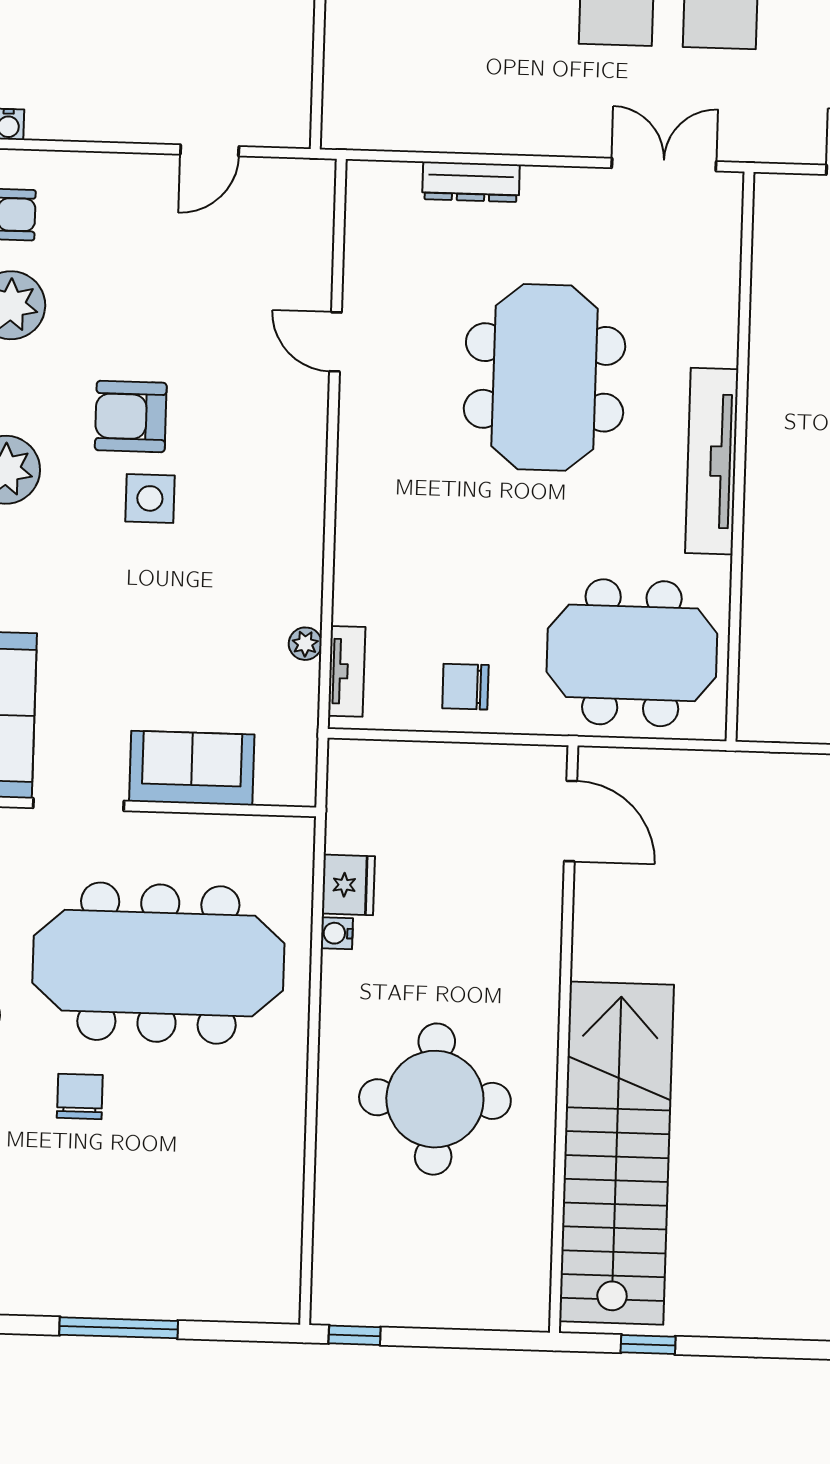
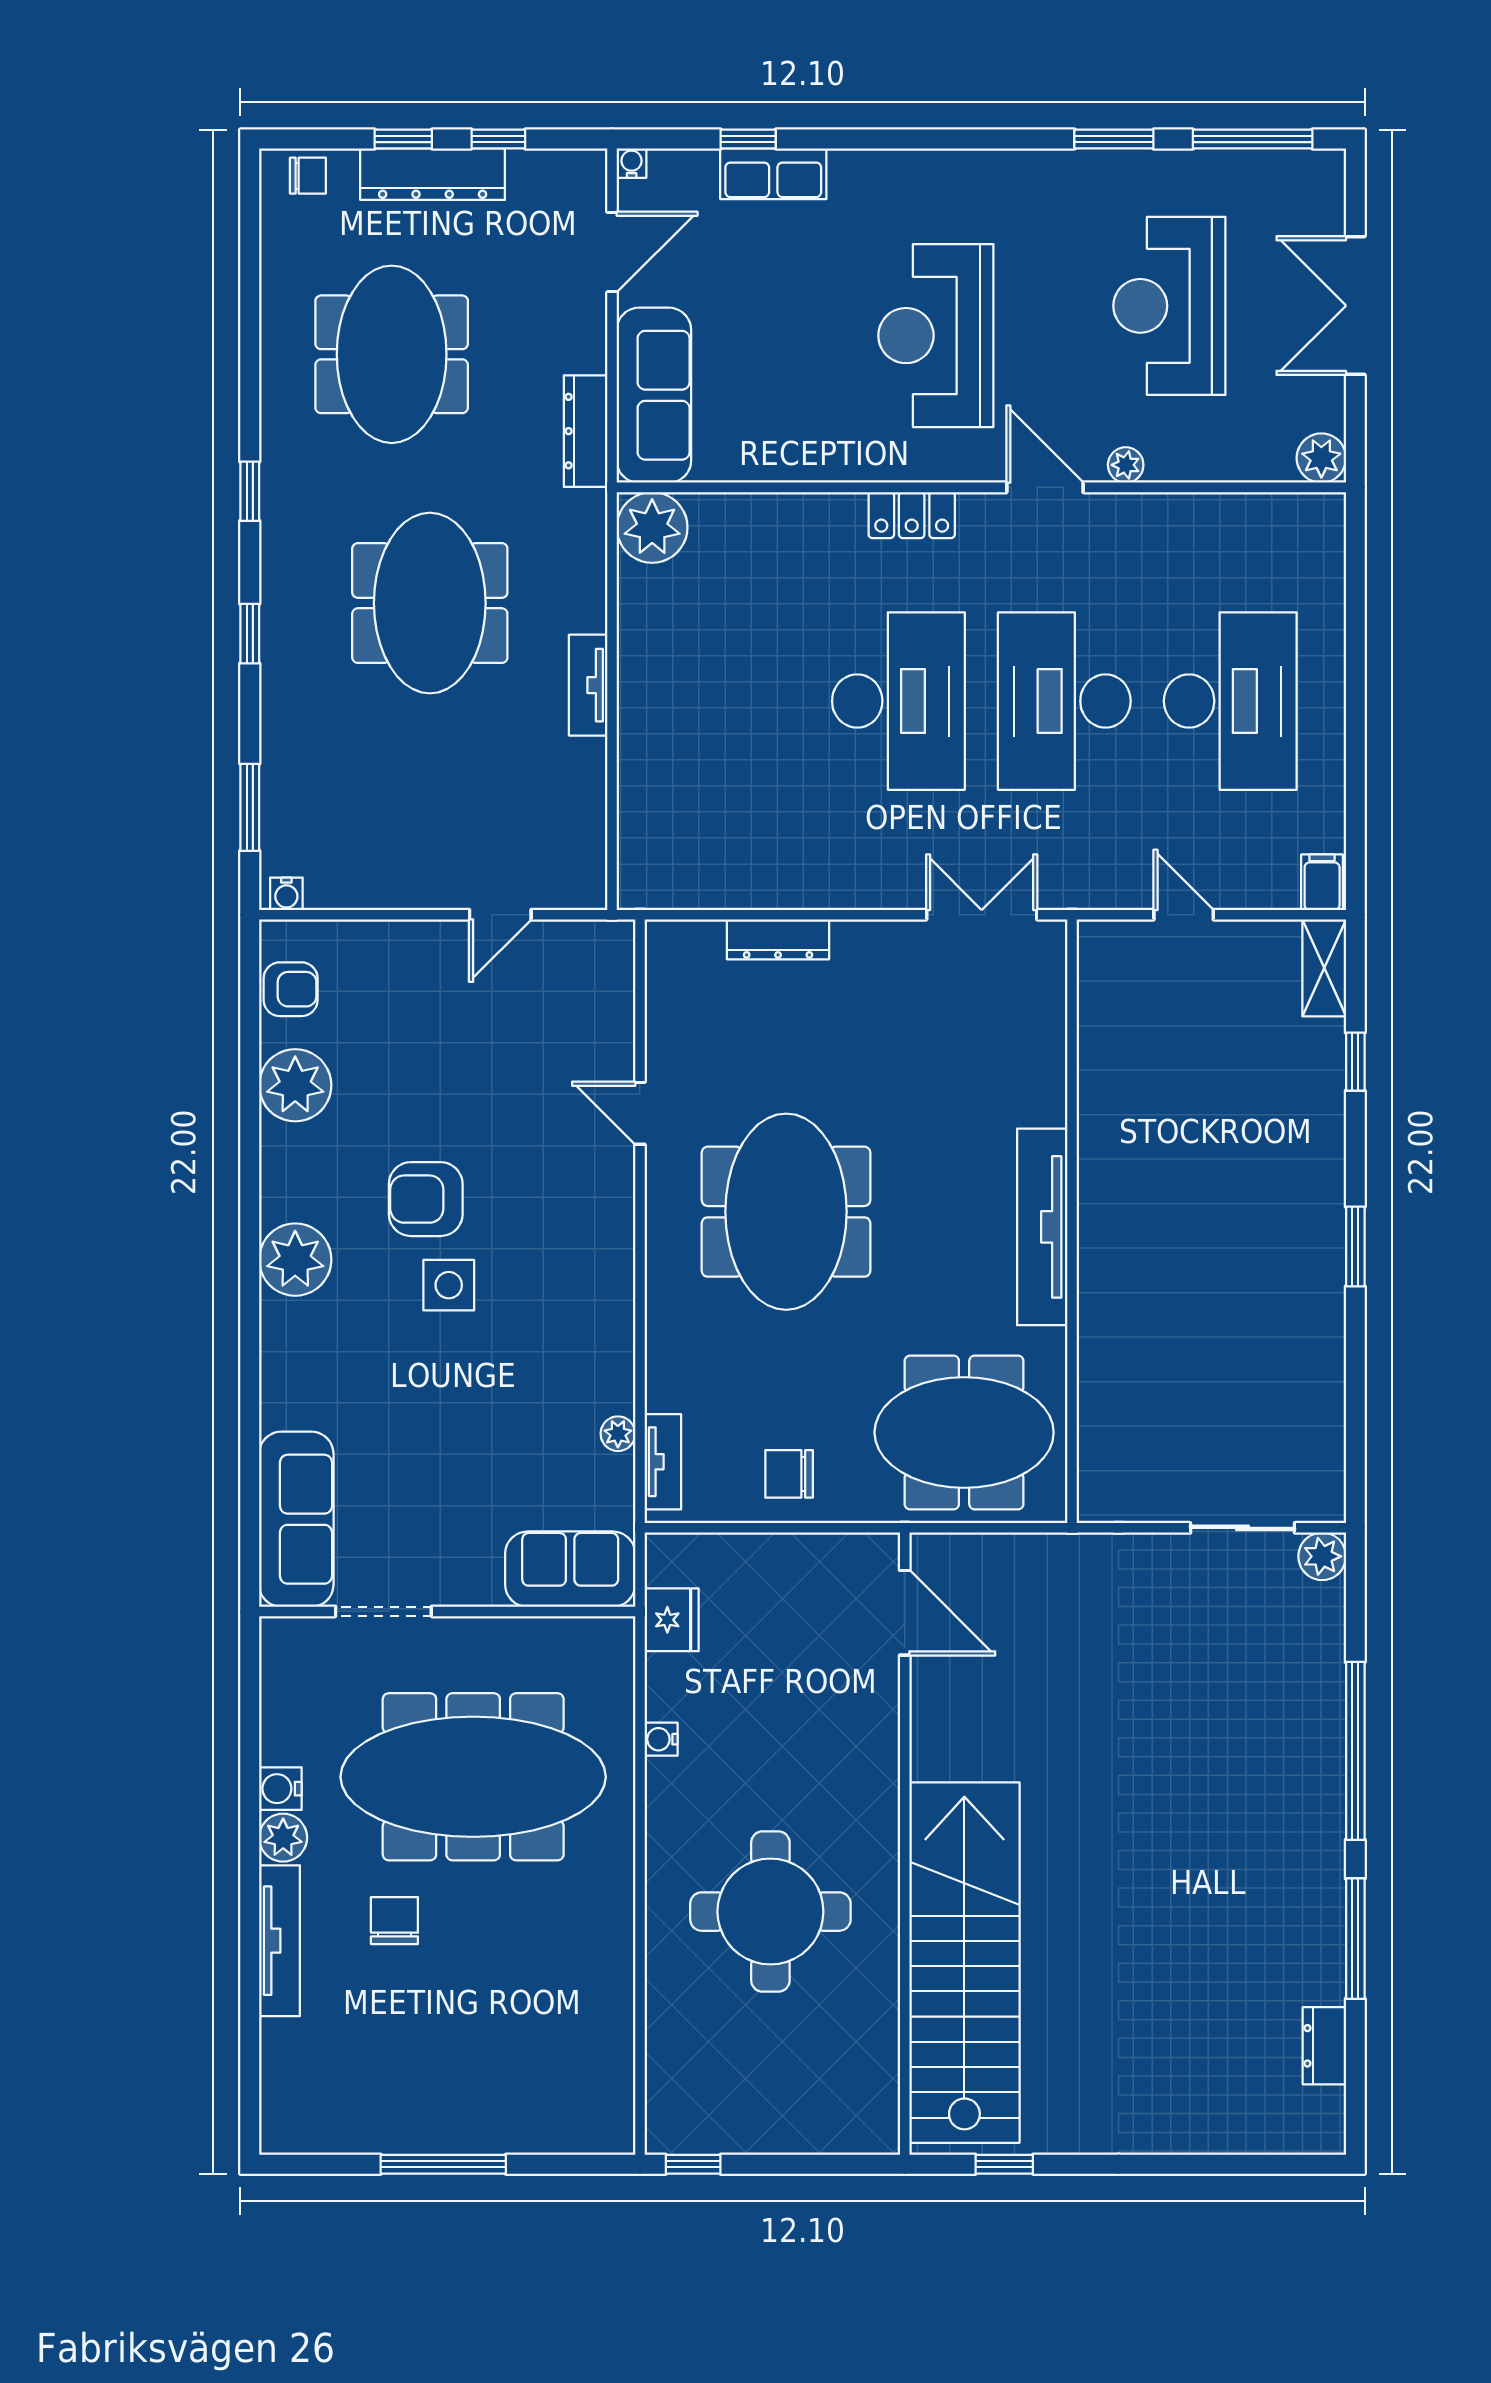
meeting table: (545, 377) -> (786, 1212), moved
sofa: (192, 768) -> (570, 1569), moved
fridge: (348, 885) -> (672, 1620), moved

